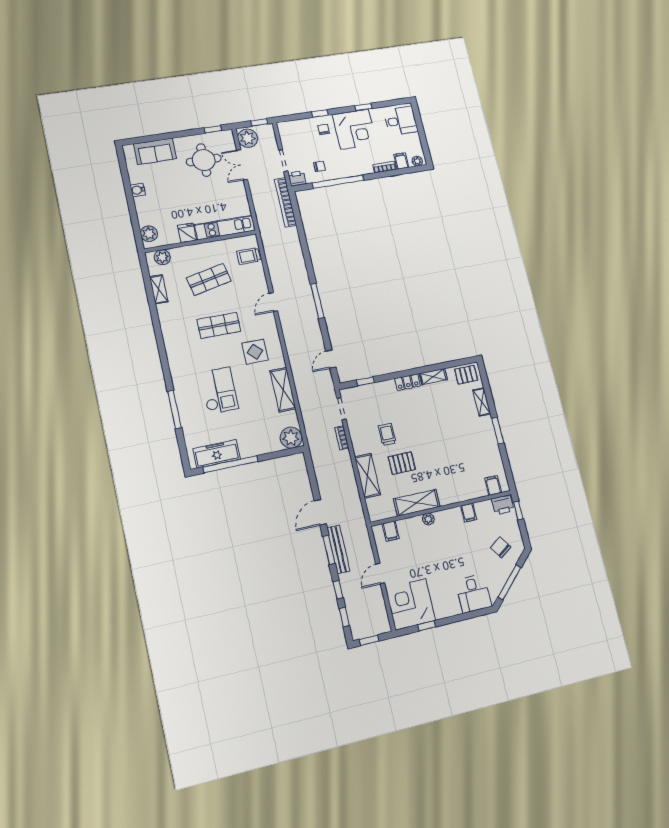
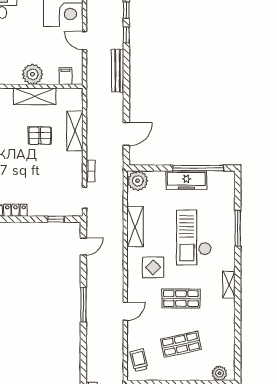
trolley: (249, 256) -> (139, 360), turned -104
shelving: (159, 289) -> (229, 285), moved
checkout: (219, 391) -> (194, 238), width x1.36, depth x1.21
trolley: (387, 434) -> (47, 165), removed
freezer: (217, 454) -> (186, 180), moved
door: (320, 512) -> (126, 134), moved
plant: (428, 519) -> (32, 74), width x1.88, depth x1.88
window: (329, 550) -> (126, 72), removed
door: (380, 573) -> (85, 41), swing flipped

